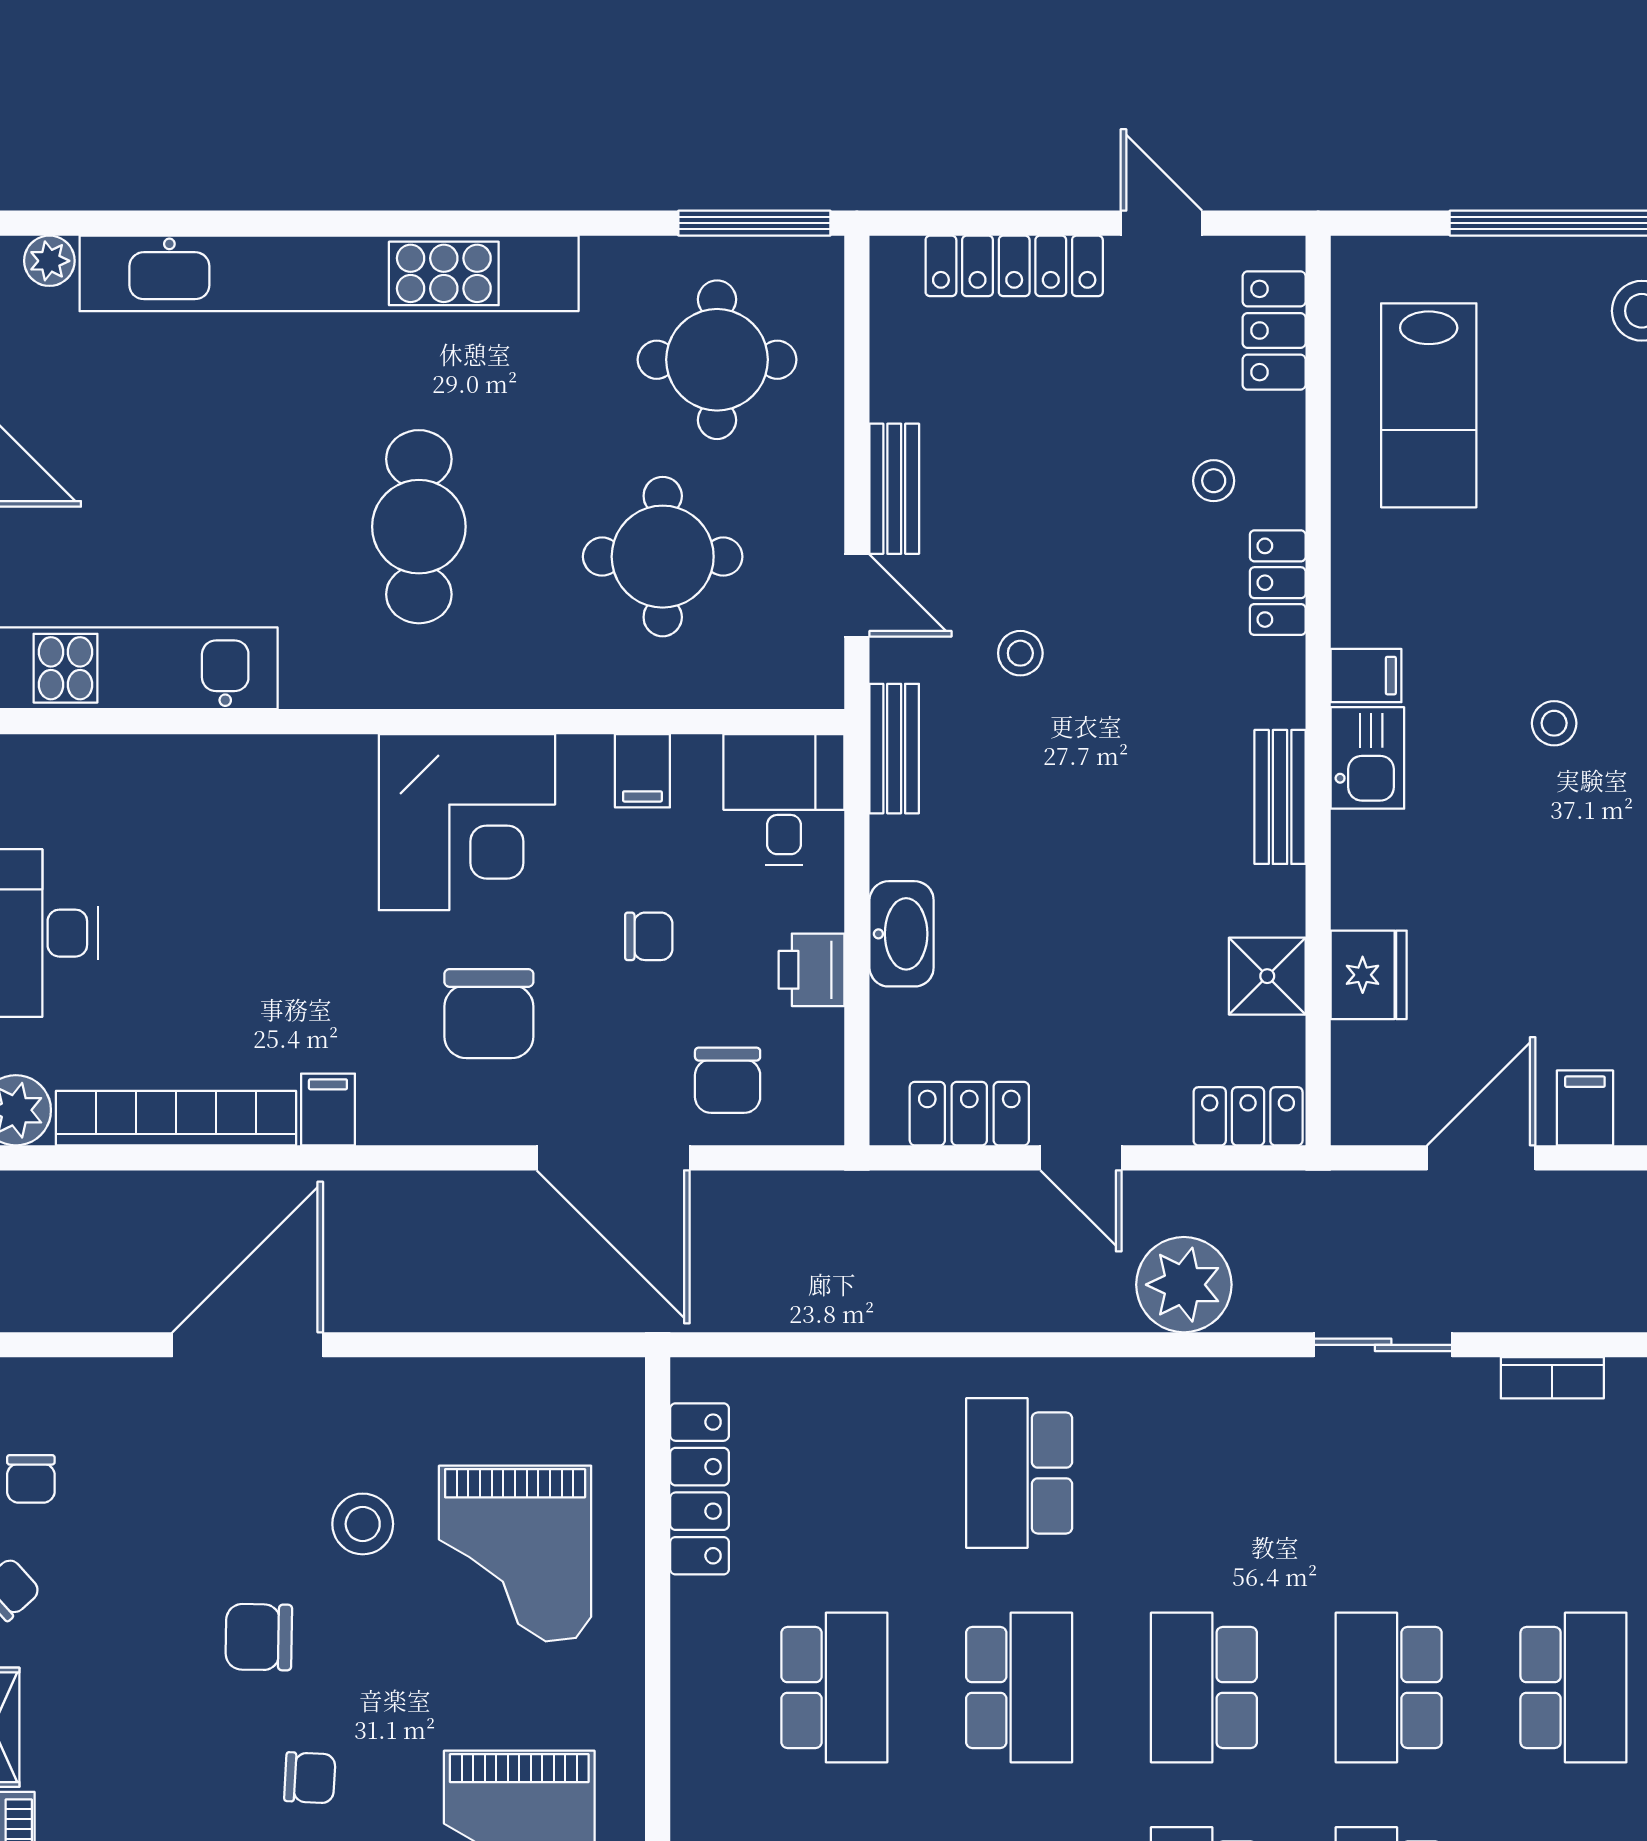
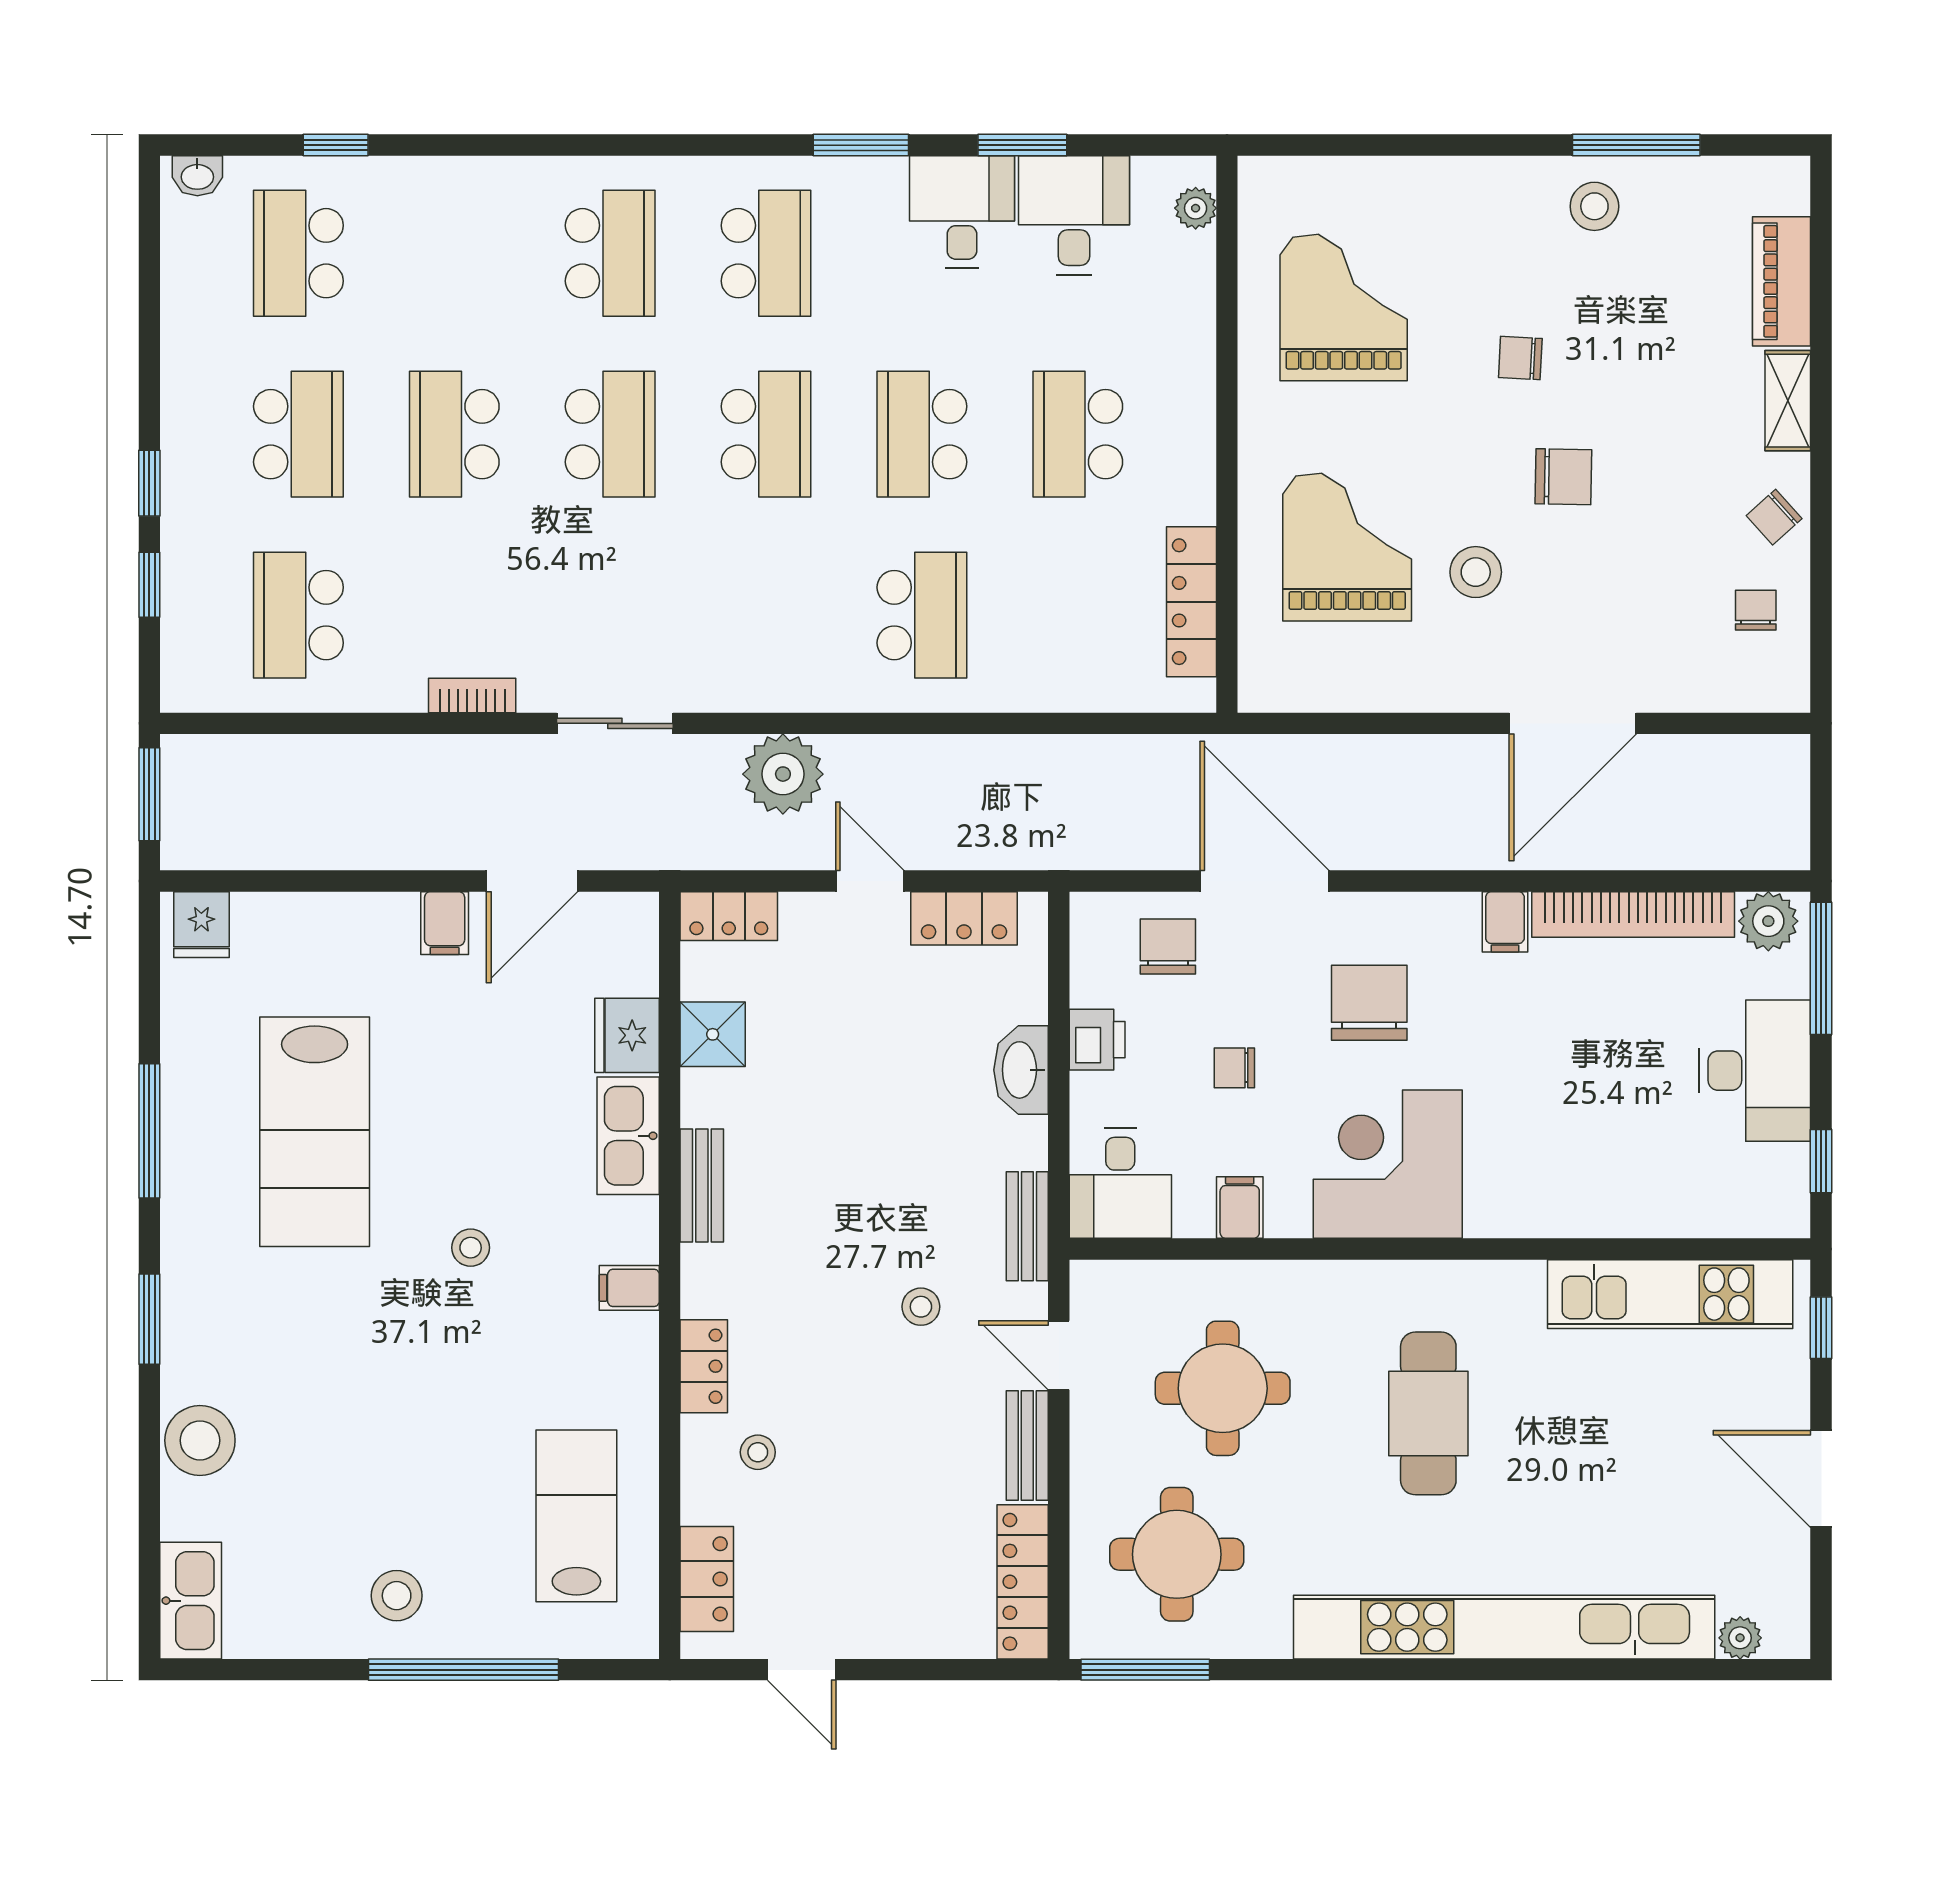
locker: (1014, 266) -> (1023, 1582), moved, turned -90
kitchen sink: (1367, 758) -> (628, 1136), moved, width x1.38

